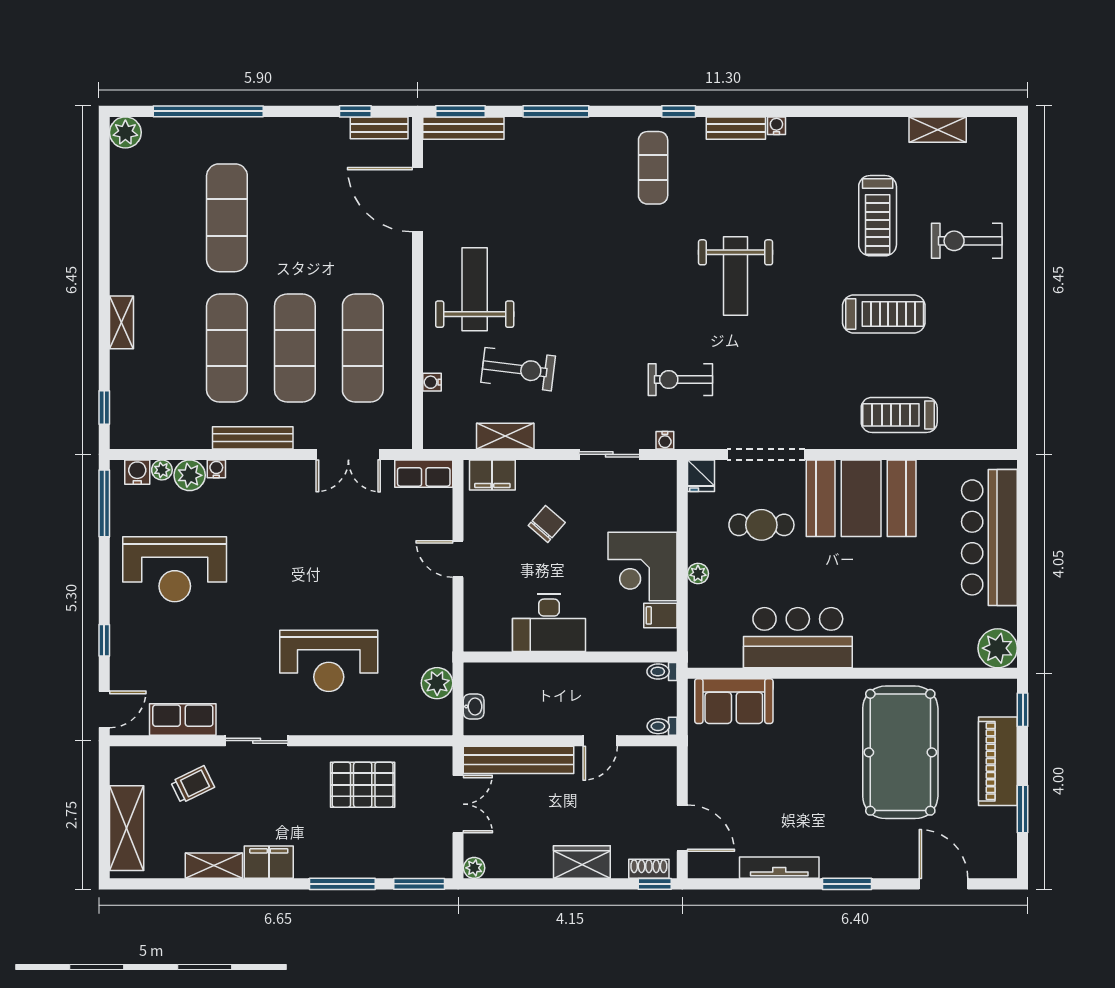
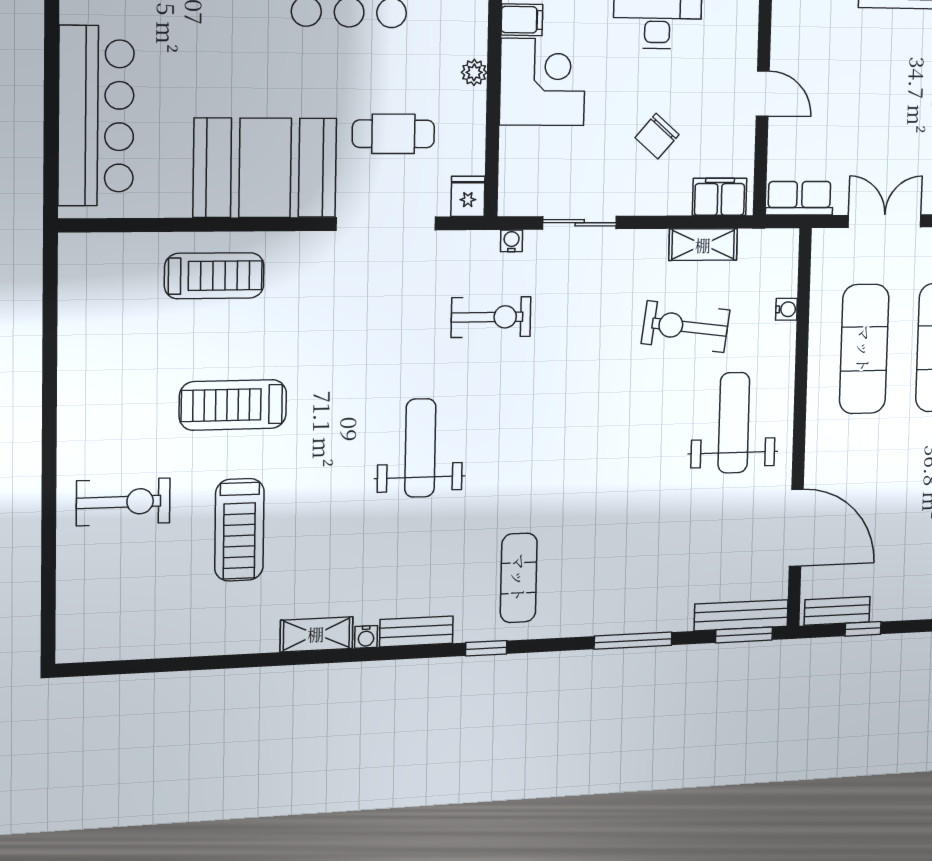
shelving: (938, 130) -> (316, 634), moved
treadmill: (878, 216) -> (239, 530), turned 180
weight bench: (475, 289) -> (734, 423), turned 180

